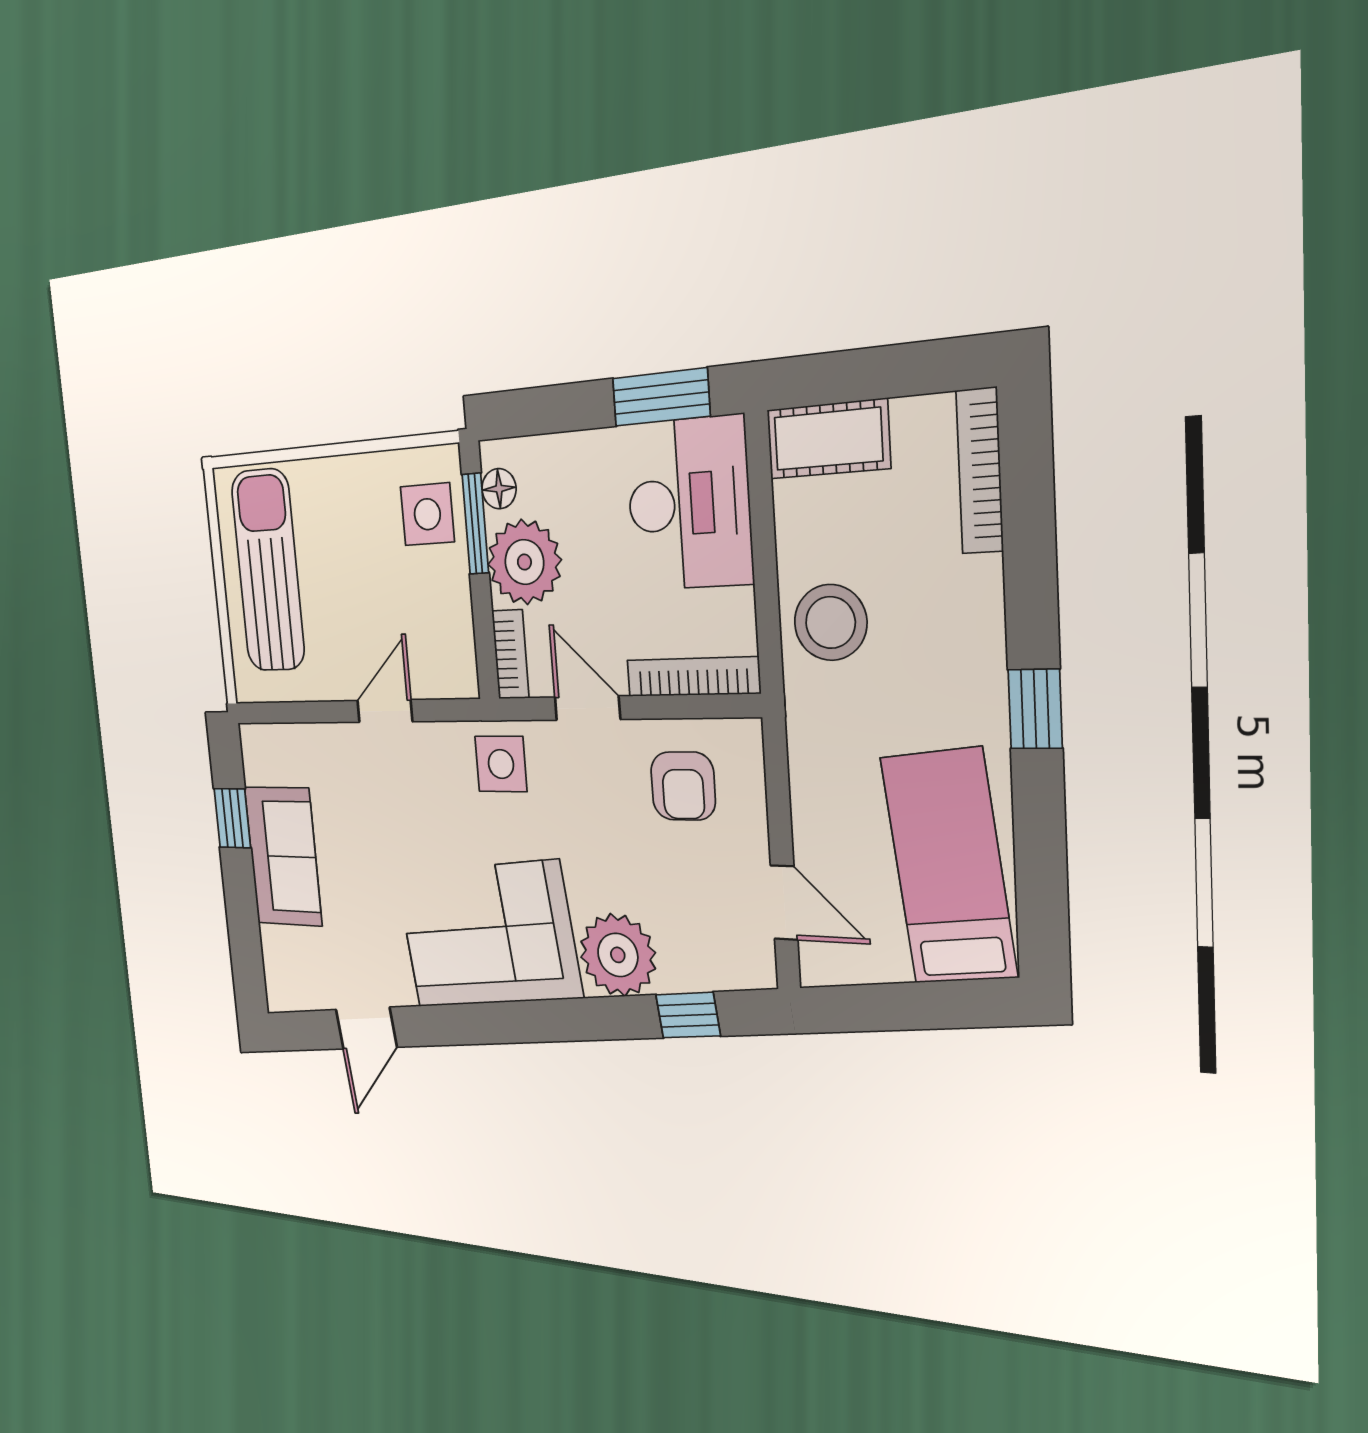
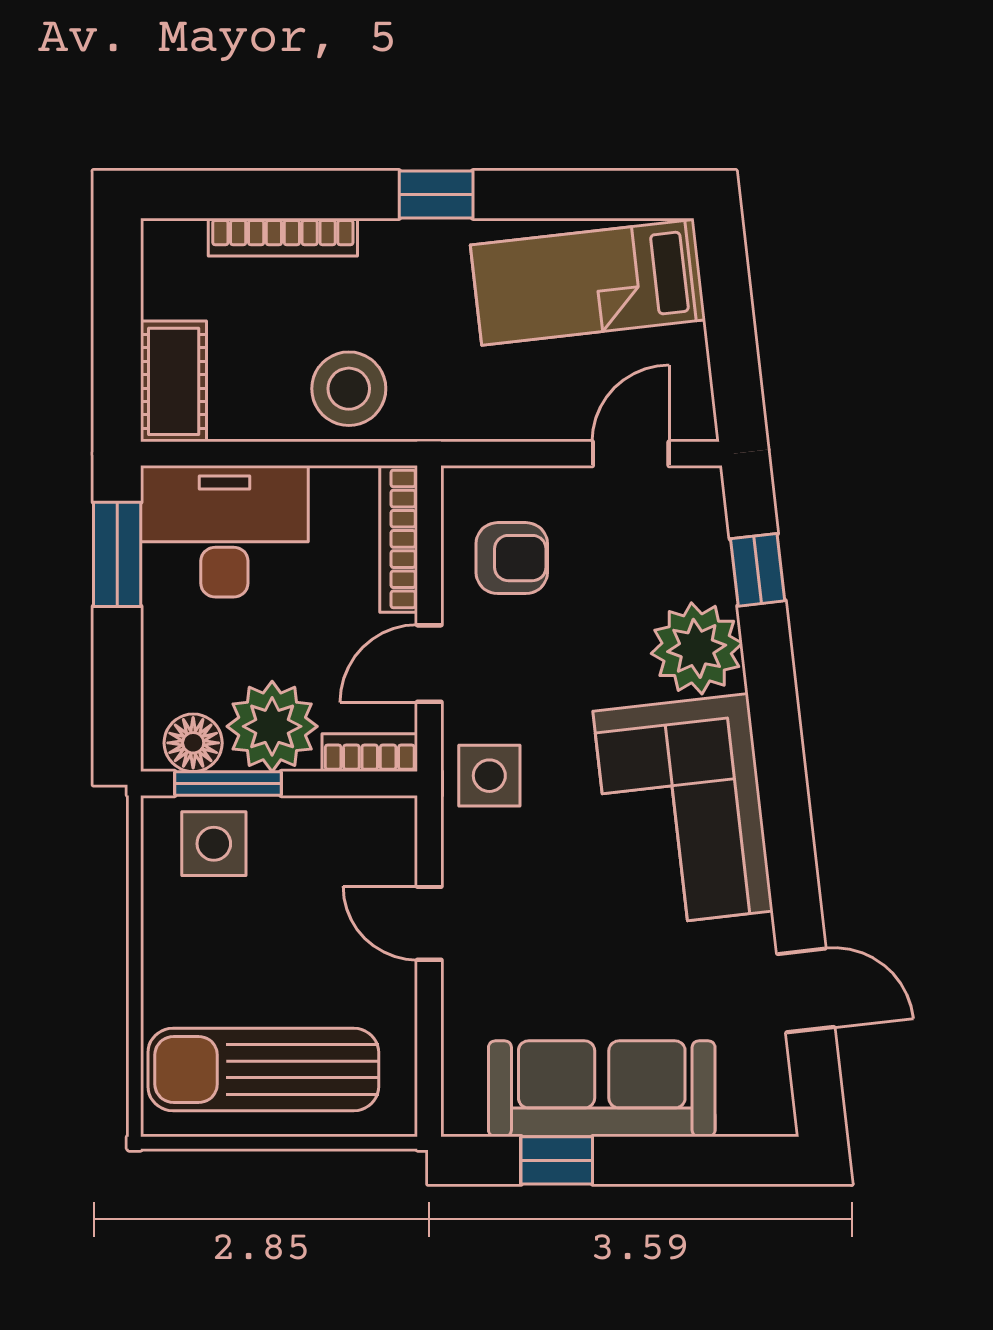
bookcase: (980, 471) -> (283, 237), moved
floor lamp: (499, 489) -> (193, 743), width x1.37, depth x1.37
sofa: (283, 856) -> (602, 1089), width x1.36

